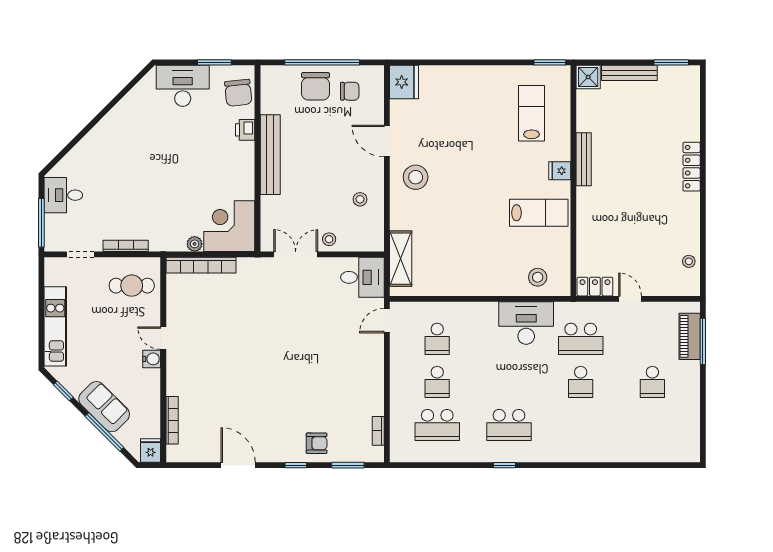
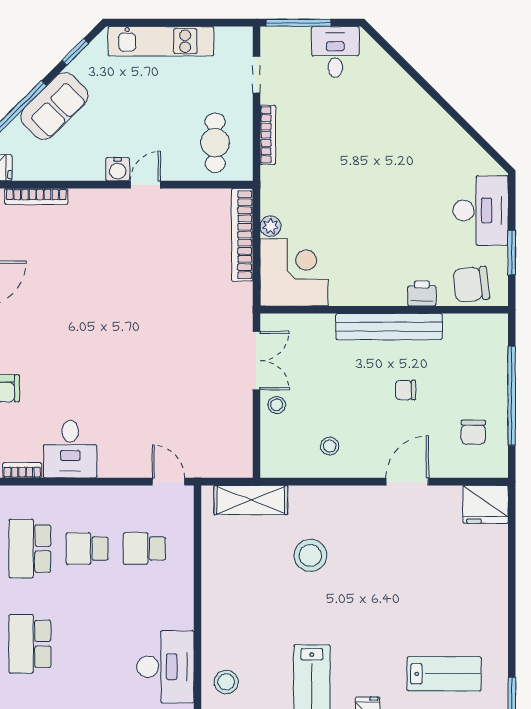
chair: (316, 86) -> (405, 390), moved, width x0.54, depth x0.54
stool: (416, 177) -> (310, 555), moved
desk: (362, 277) -> (70, 449), moved

